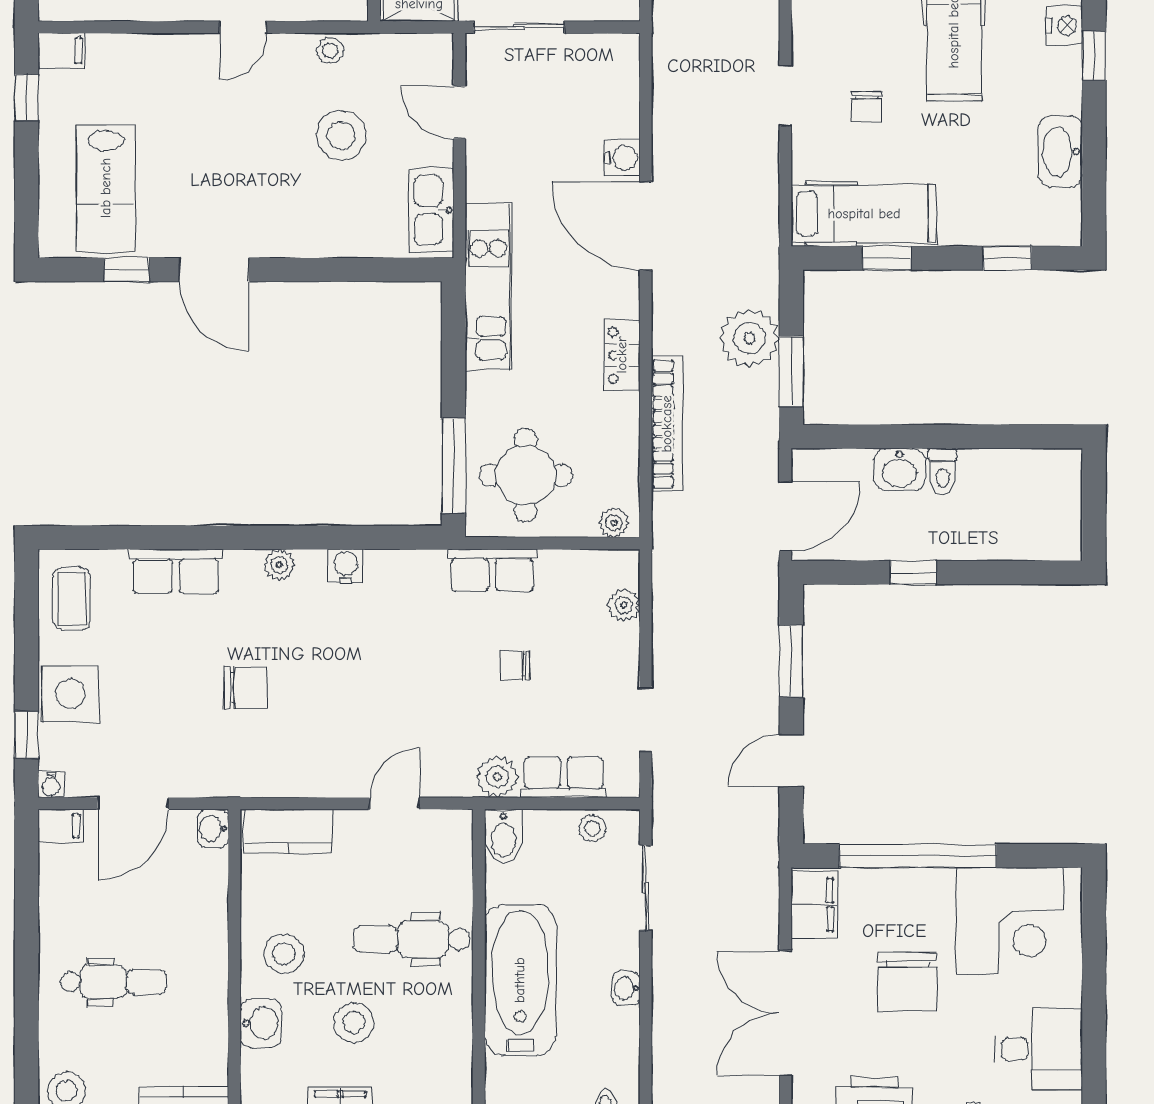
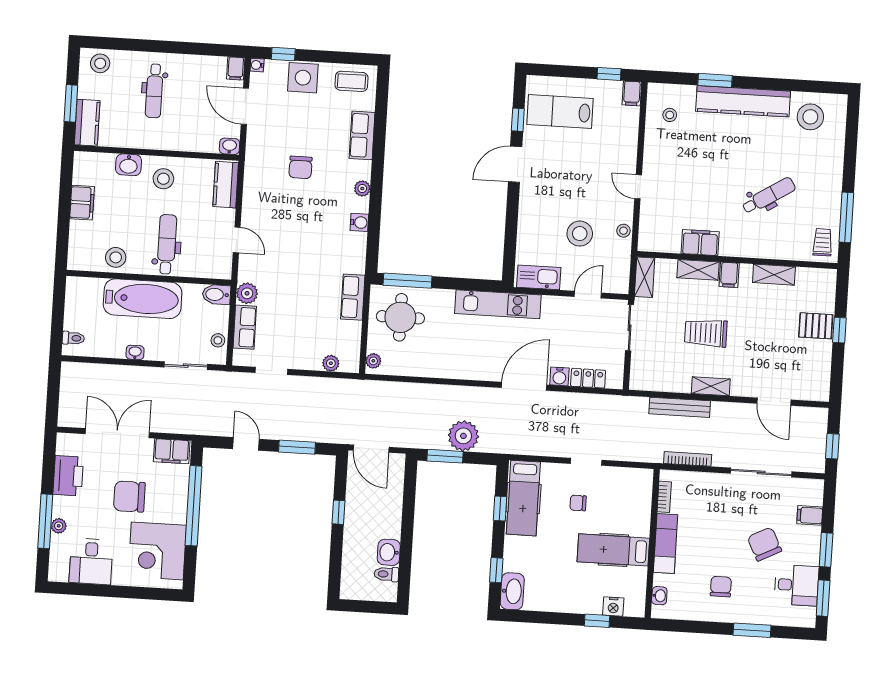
washbasin: (1060, 151) -> (512, 591), moved, turned 90
locker: (622, 355) -> (588, 378), moved
bookcase: (667, 424) -> (422, 391), removed
washbasin: (900, 470) -> (389, 552), moved
toilet: (942, 472) -> (386, 574), moved
chair: (515, 666) -> (303, 306), removed
stool: (354, 1022) -> (116, 257), moved

